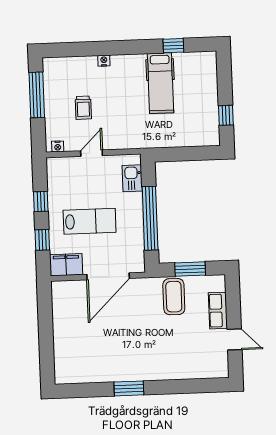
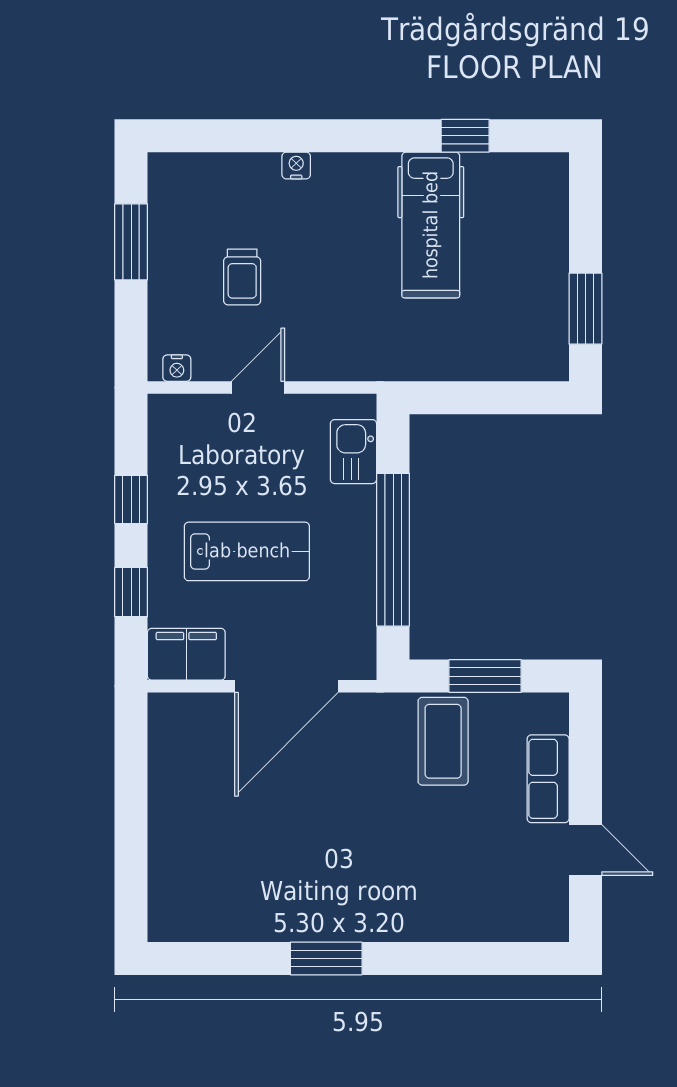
window: (37, 95) -> (131, 242), width x0.69
window: (226, 115) -> (585, 309), width x1.50

